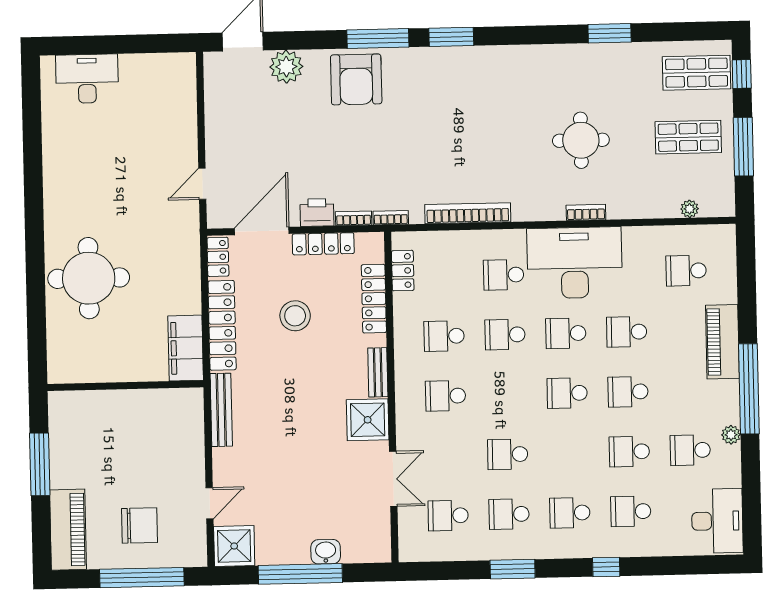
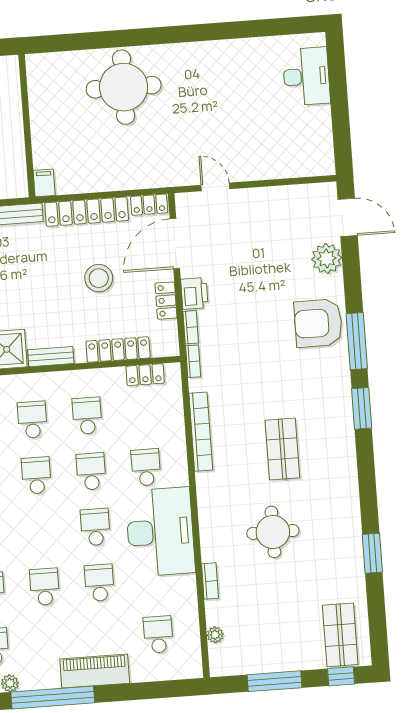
shop shelf: (688, 137) -> (282, 449), moved
bookcase: (586, 212) -> (210, 581), moved
door: (262, 231) -> (175, 244), swing flipped
locker: (323, 244) -> (166, 301), width x0.66
filing cabinet: (186, 348) -> (44, 183), width x0.33, depth x0.86
school desk: (567, 393) -> (36, 475), moved

